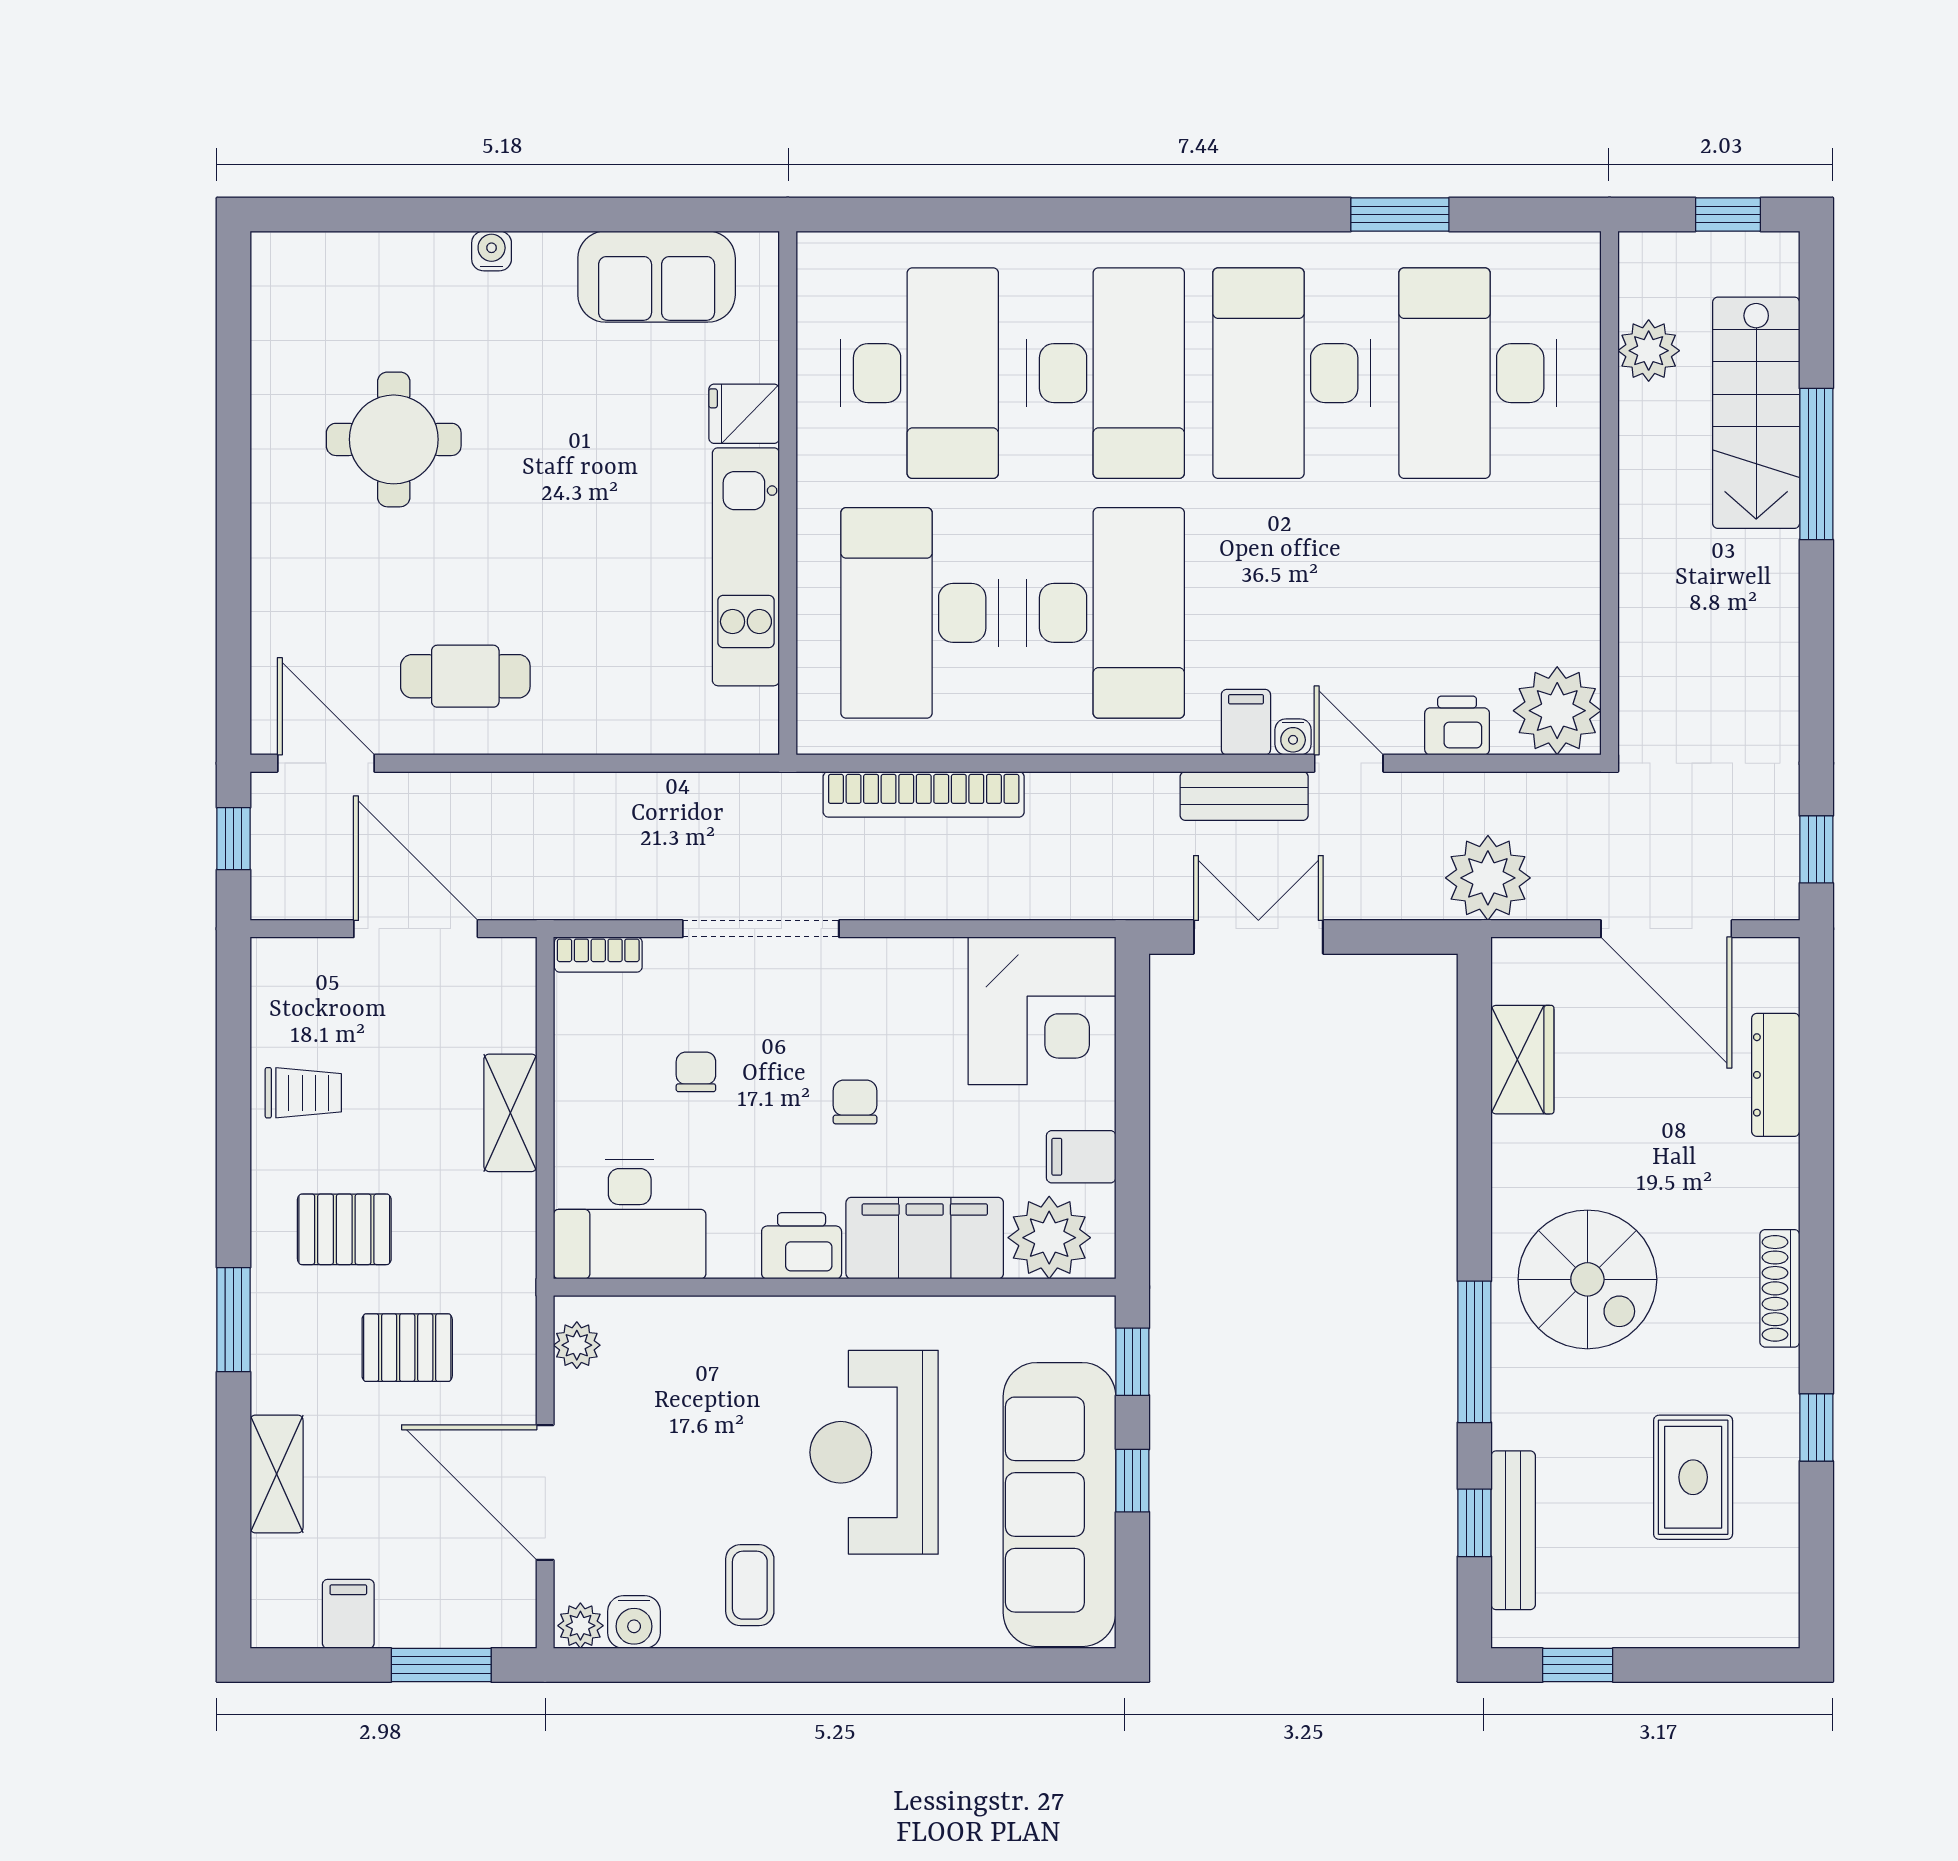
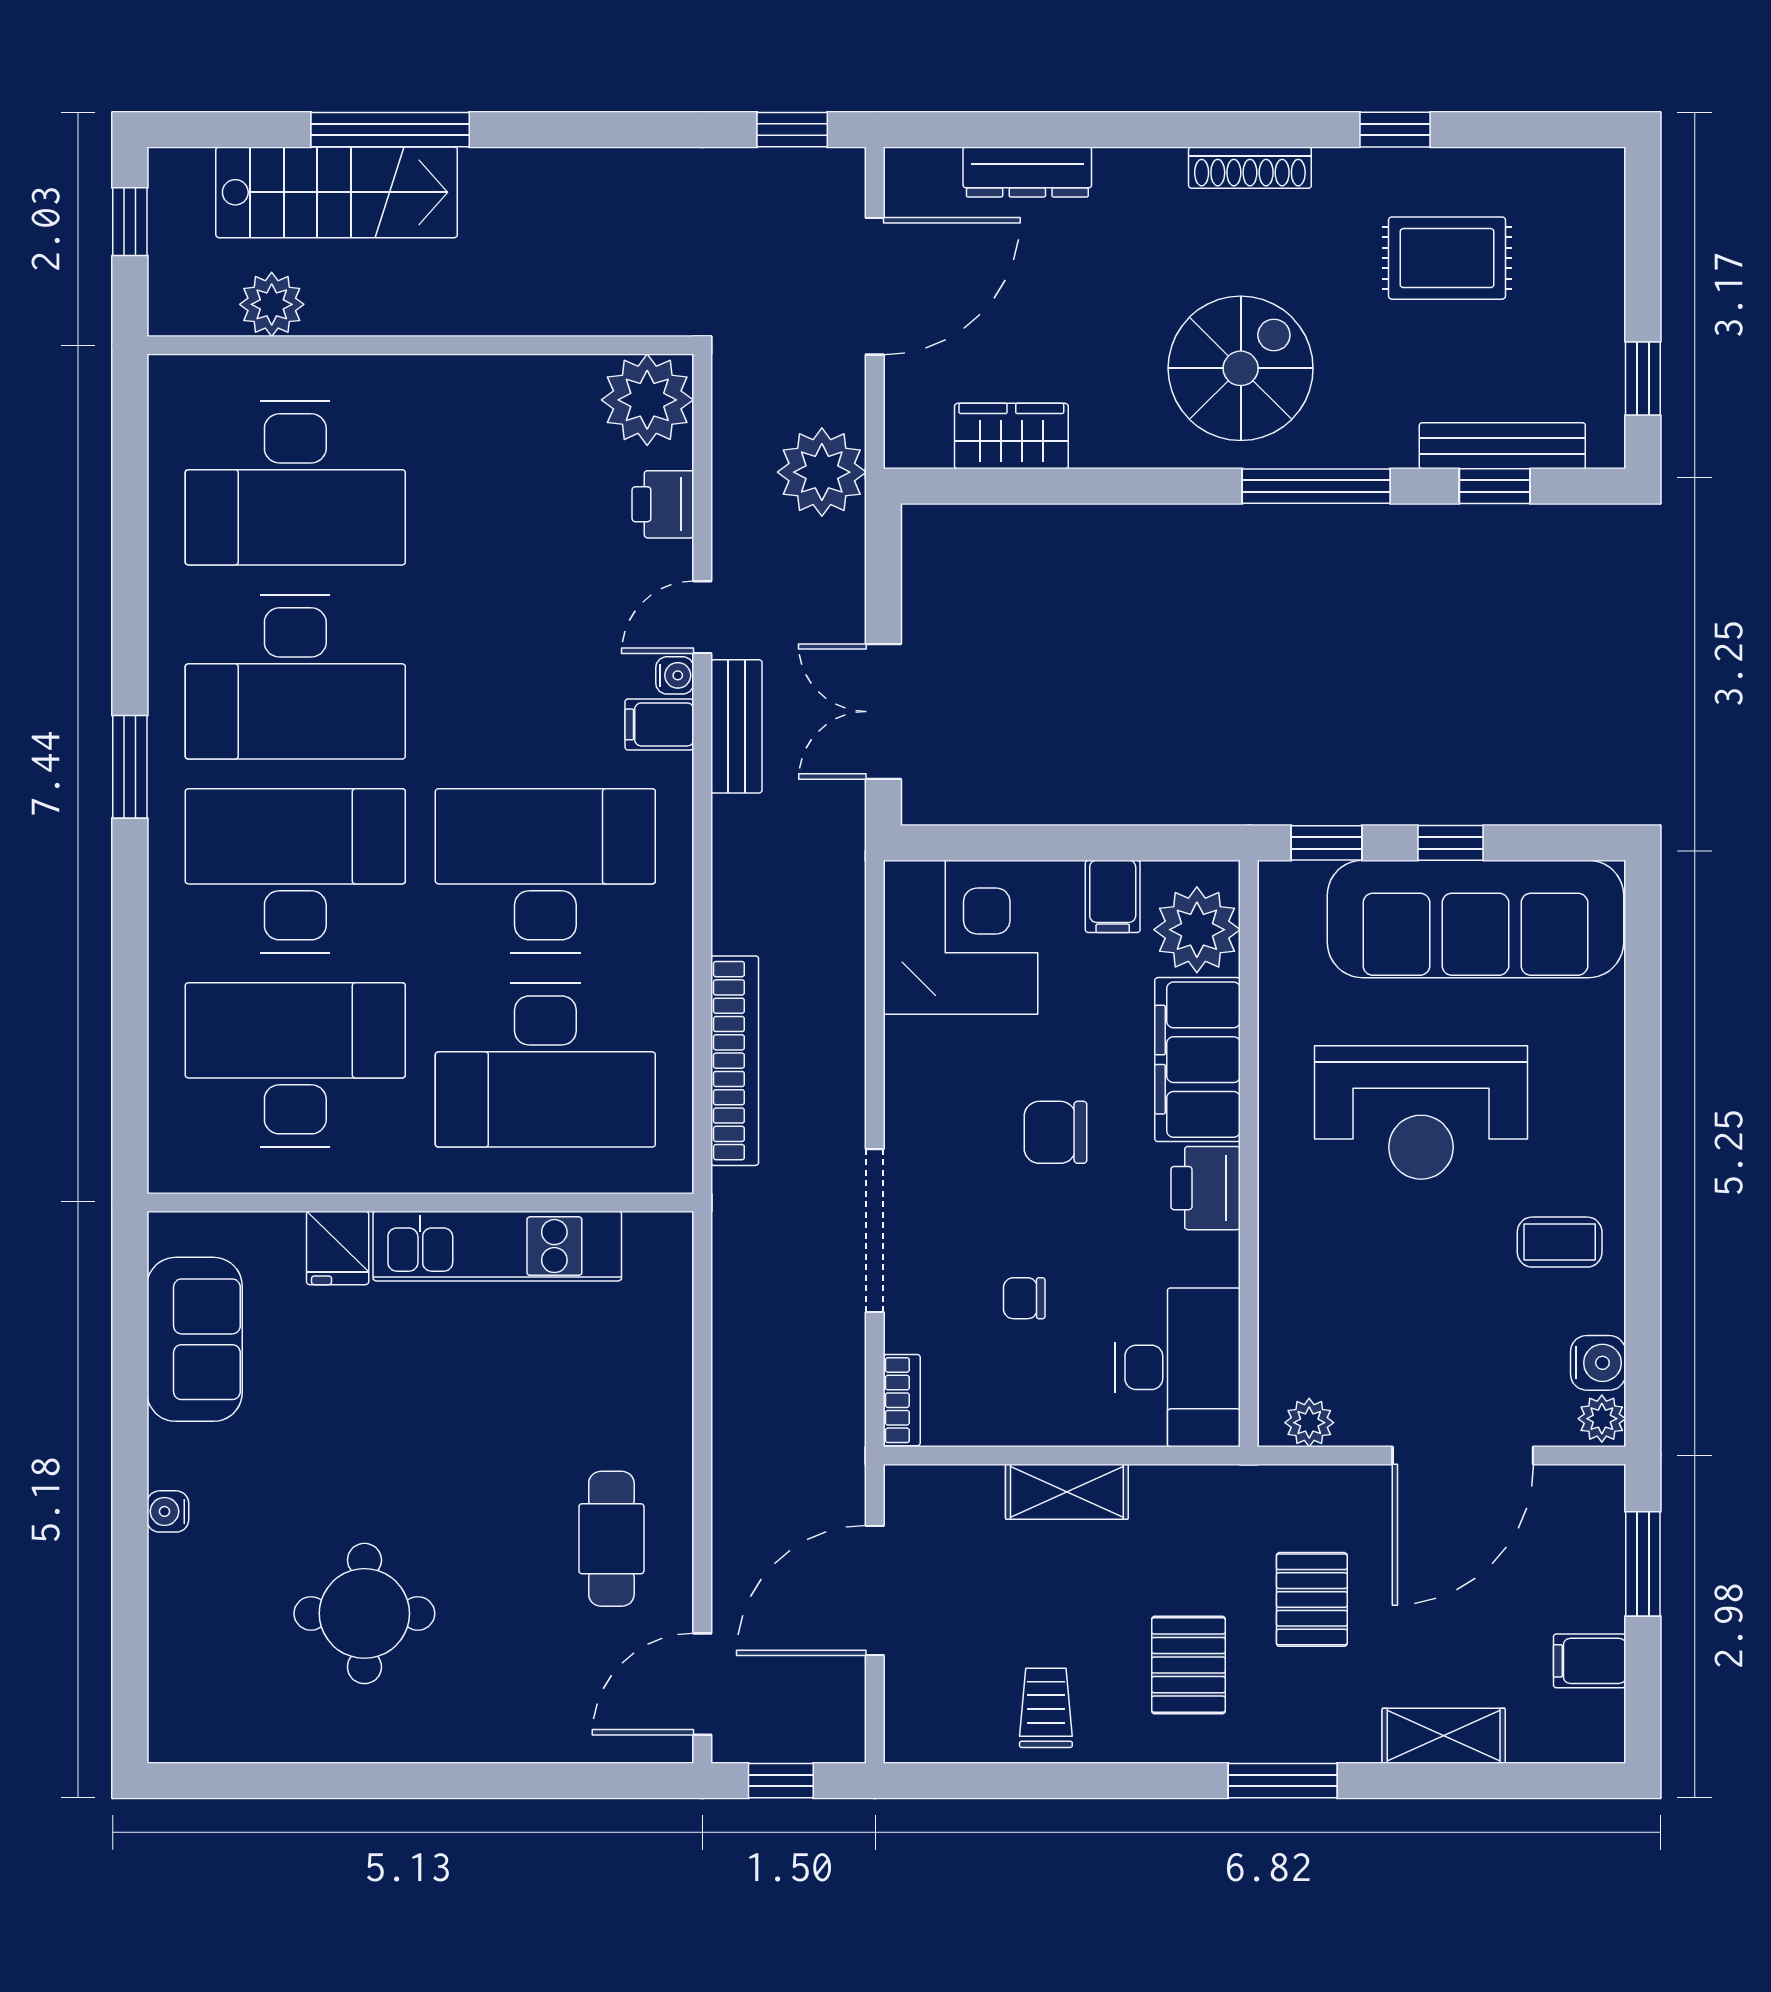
window: (1400, 215) -> (130, 767), moved
chair: (855, 1102) -> (1055, 1132), width x1.37, depth x1.37

